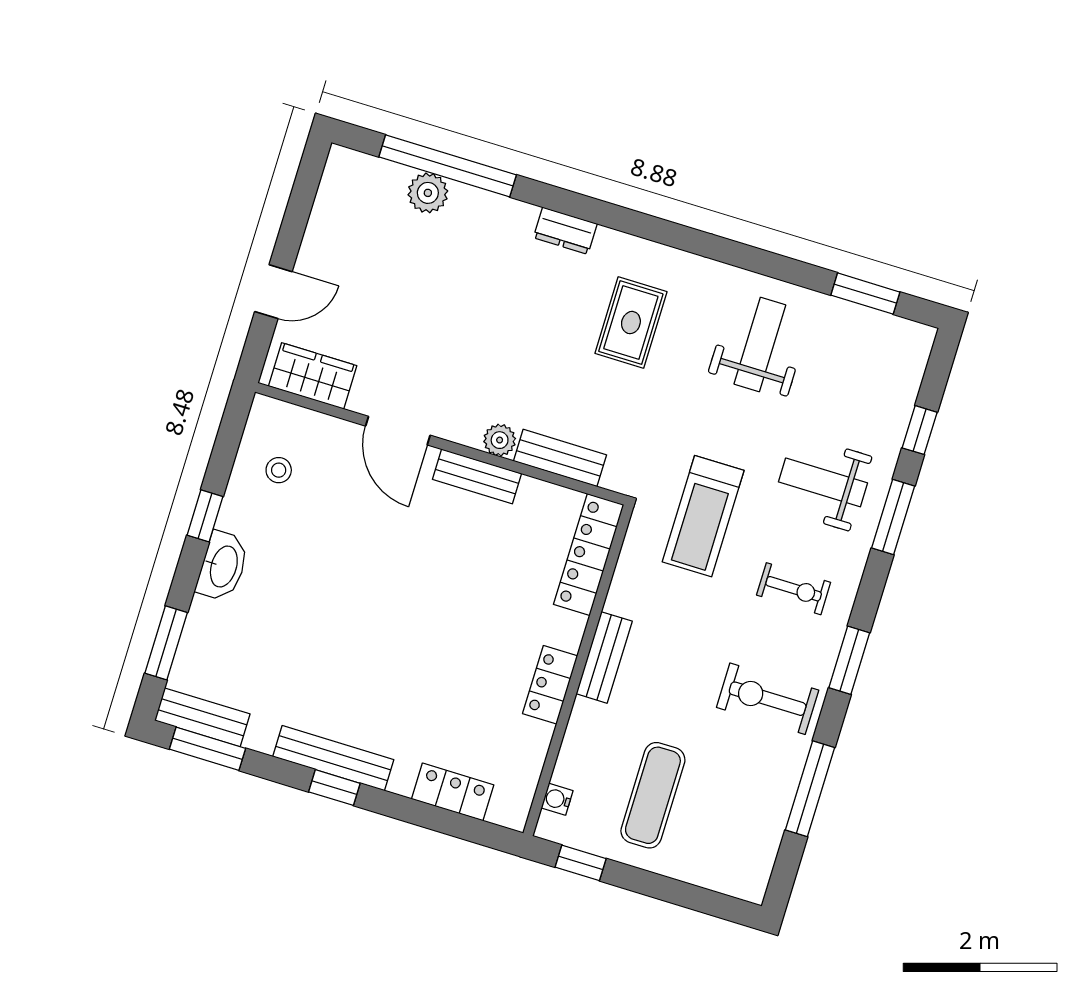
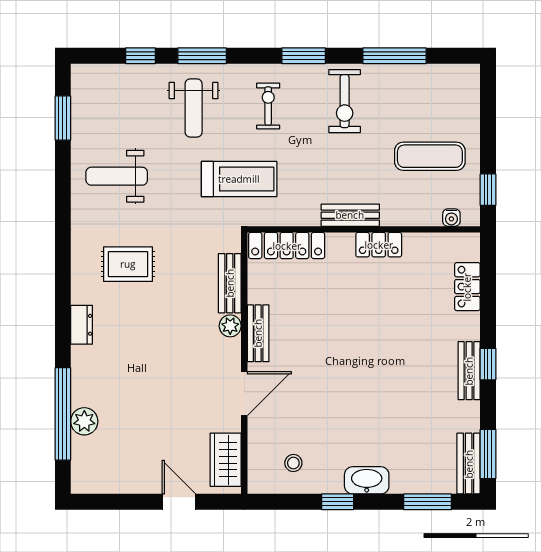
bench: (333, 758) -> (469, 371), width x0.73

